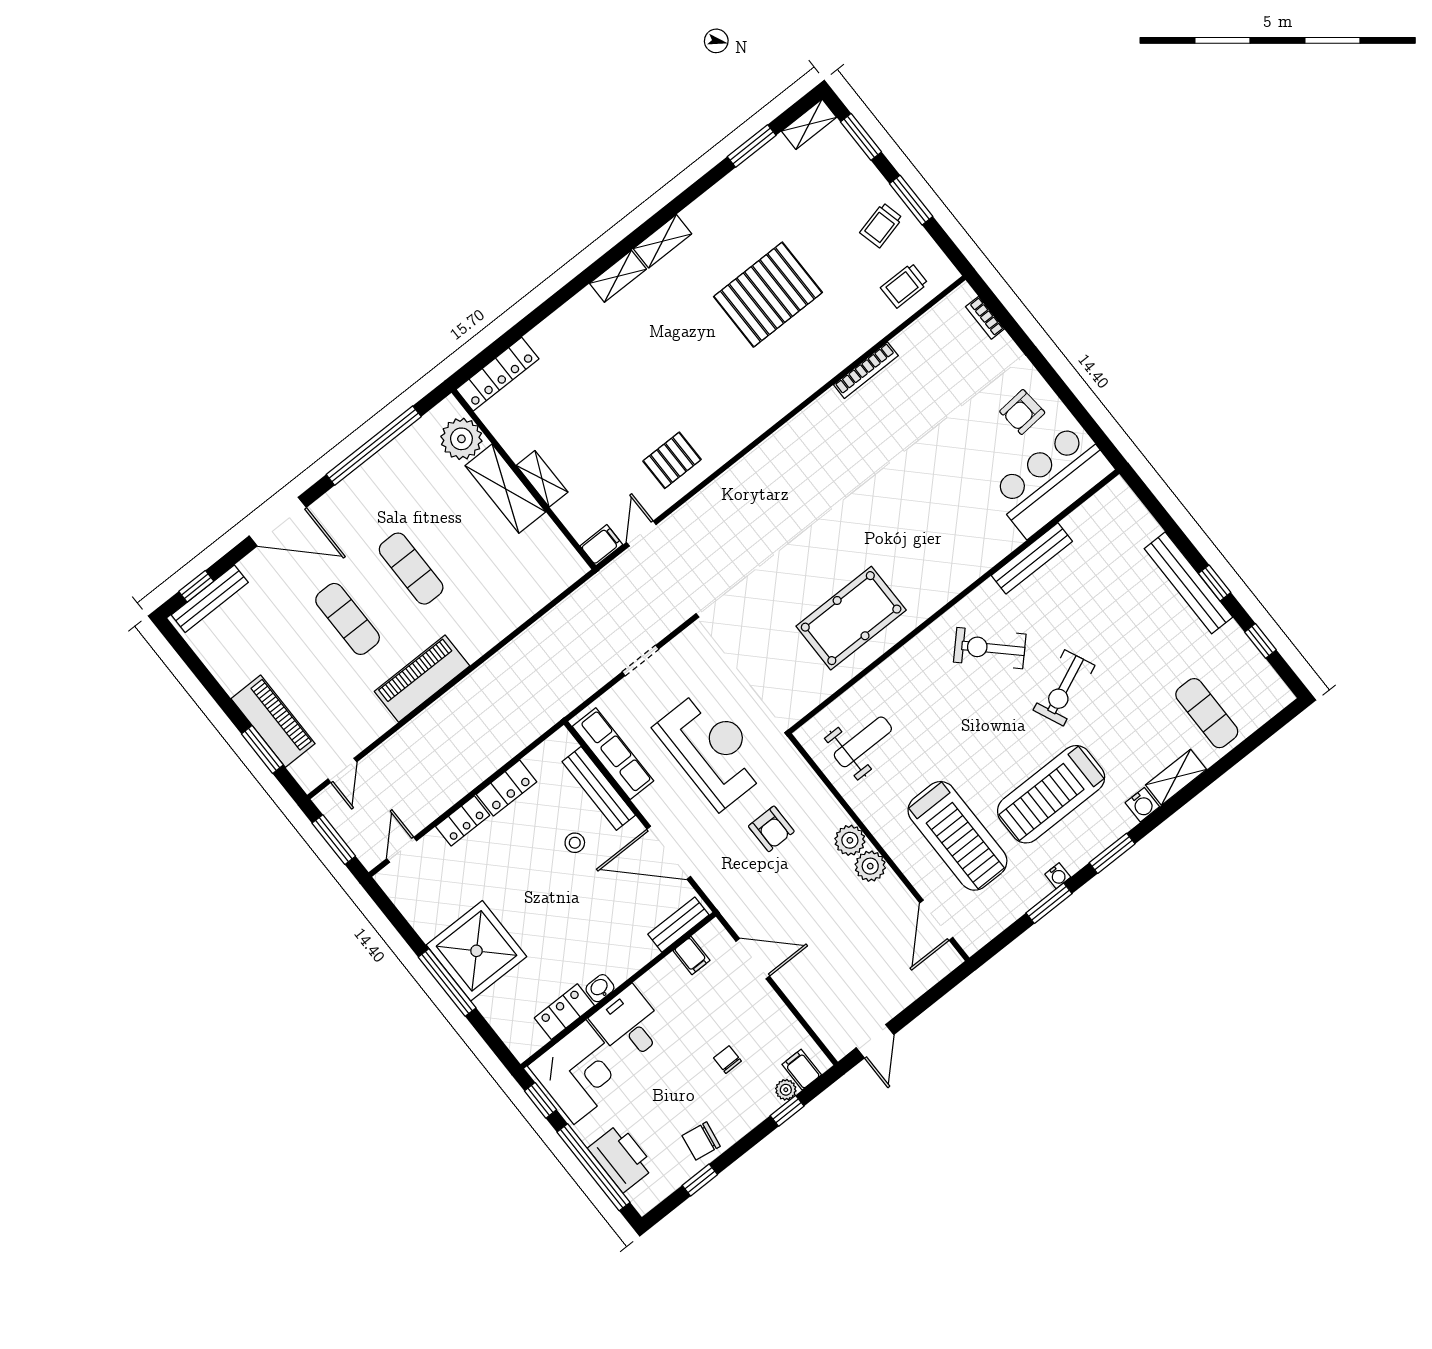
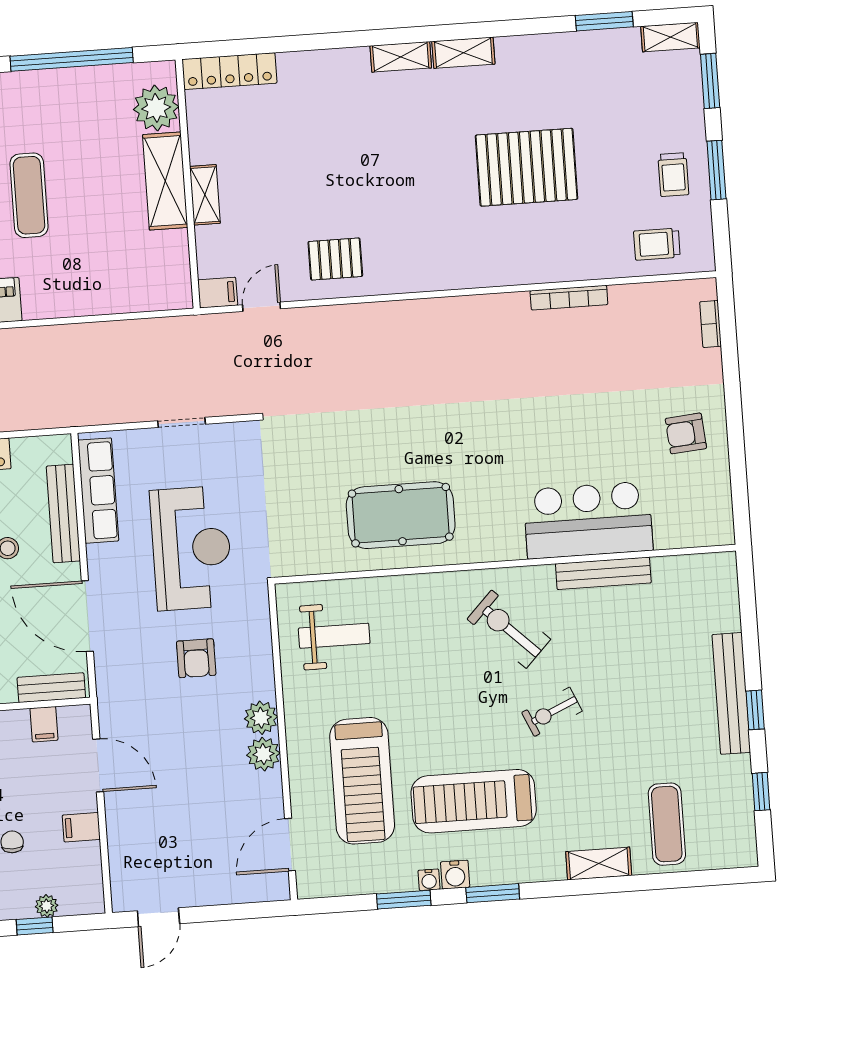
trolley: (881, 225) -> (673, 175), turned -76
bar counter: (1052, 480) -> (588, 520), moved
exercise bike: (1064, 688) -> (552, 712), width x0.73, depth x0.72
water cooler: (1142, 805) -> (455, 875), moved
filing cabinet: (802, 1070) -> (81, 827), moved, turned -90

